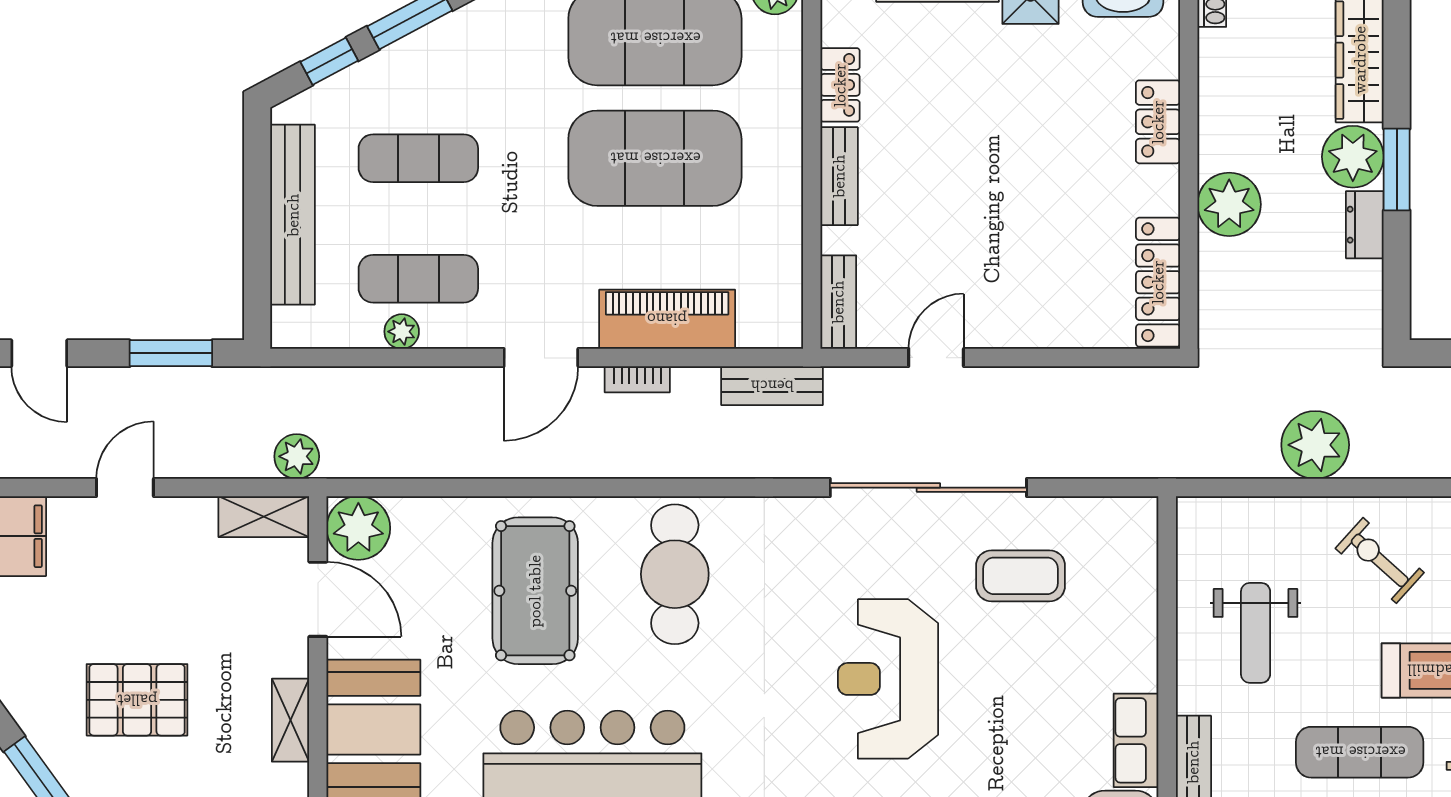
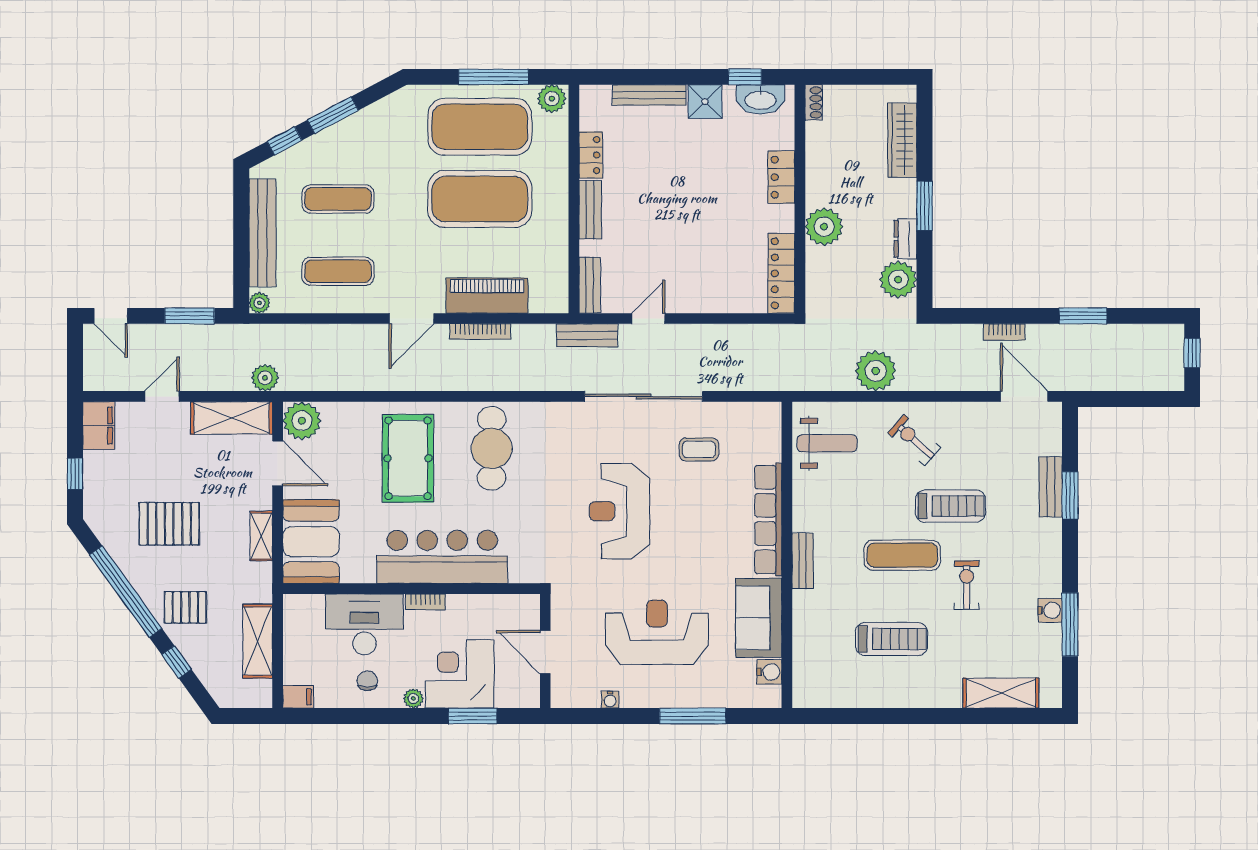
plant: (1353, 157) -> (898, 280), moved
plant: (402, 332) -> (259, 303), moved
bookcase: (637, 379) -> (480, 332), width x1.56
bench: (772, 386) -> (587, 335), moved
shelving: (264, 517) -> (232, 418), width x1.50, depth x1.33
coffee table: (1020, 576) -> (699, 449), width x0.73, depth x0.77
weight bench: (1256, 633) -> (827, 443), moved, turned -90
row of seats: (1136, 740) -> (768, 520), width x2.02

